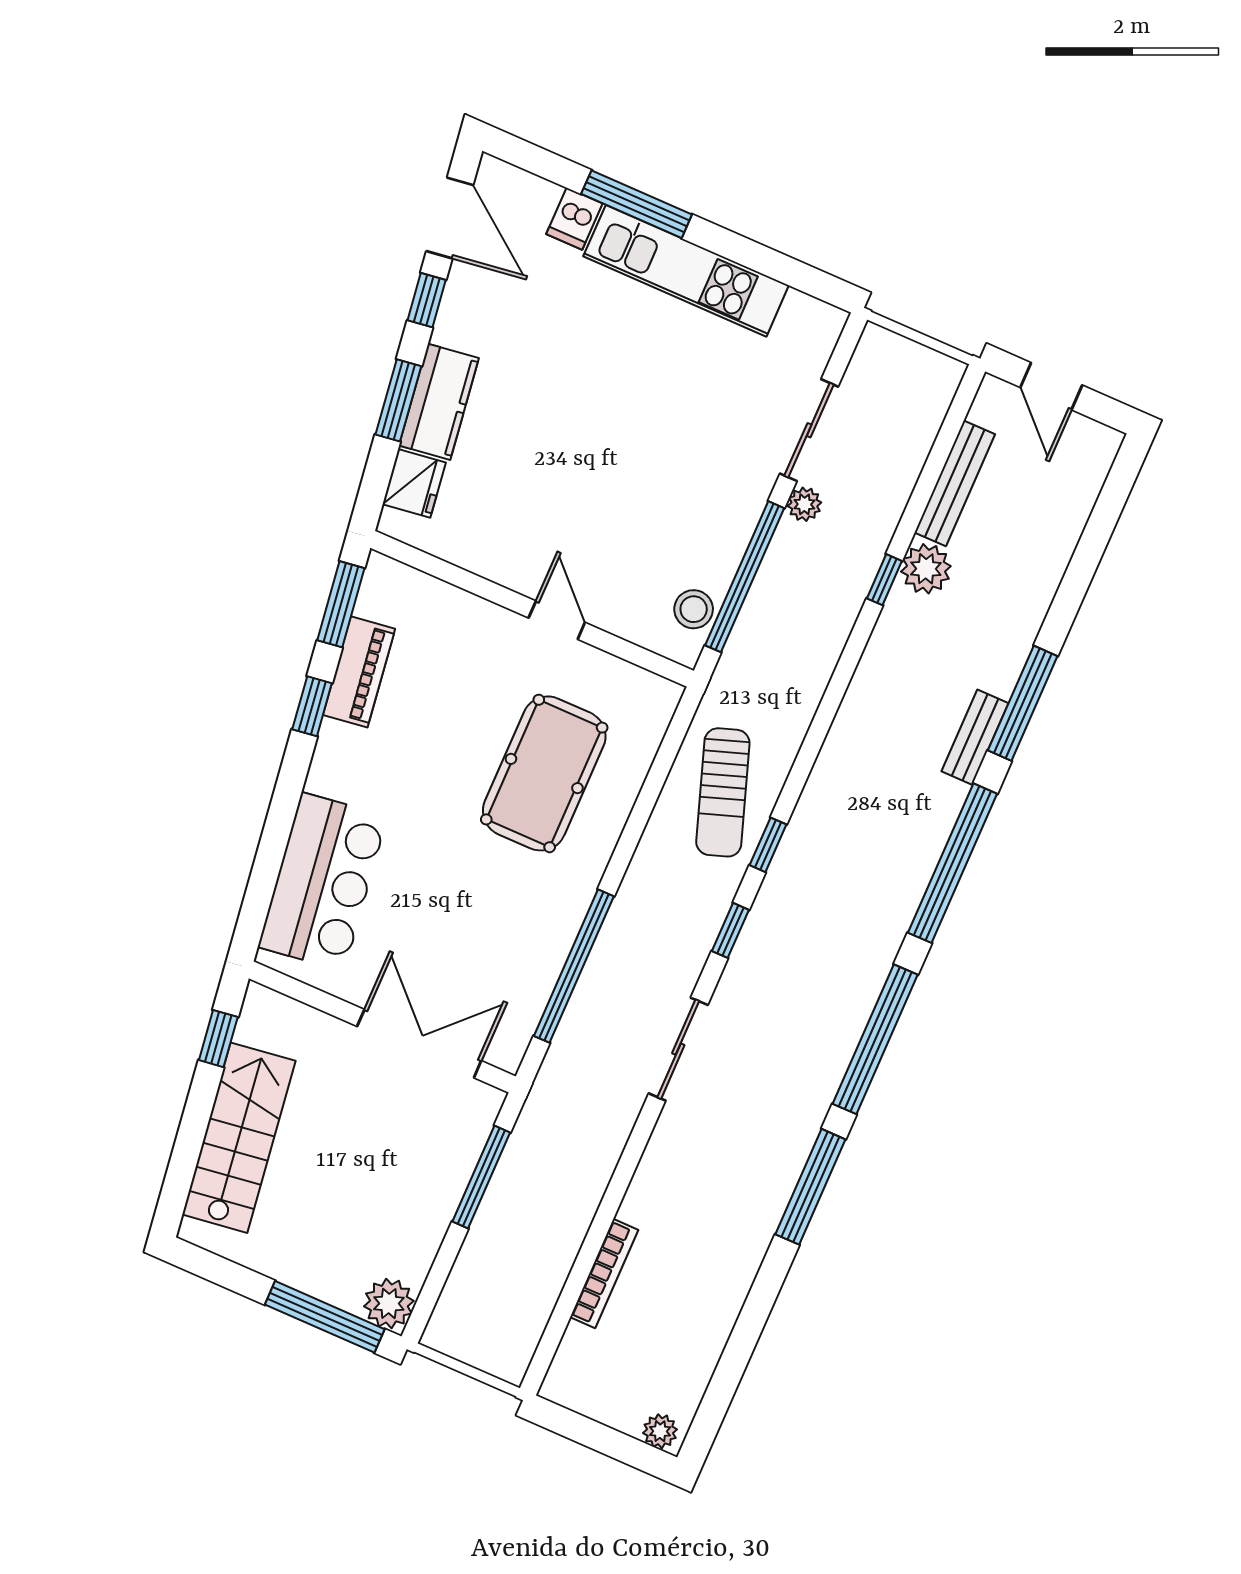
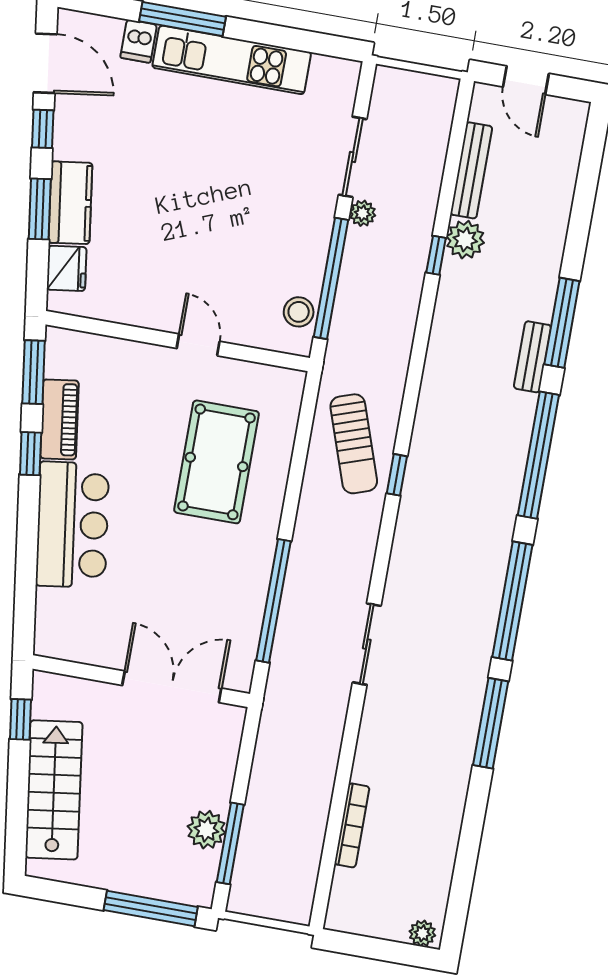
bar counter: (323, 882) -> (72, 525), moved
window: (730, 930) -> (384, 546), removed
window: (481, 1177) -> (230, 843), moved
plant: (389, 1304) -> (206, 830), moved

